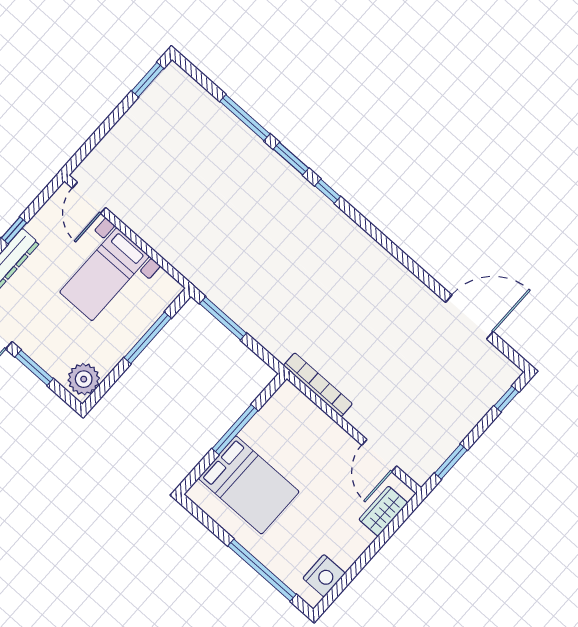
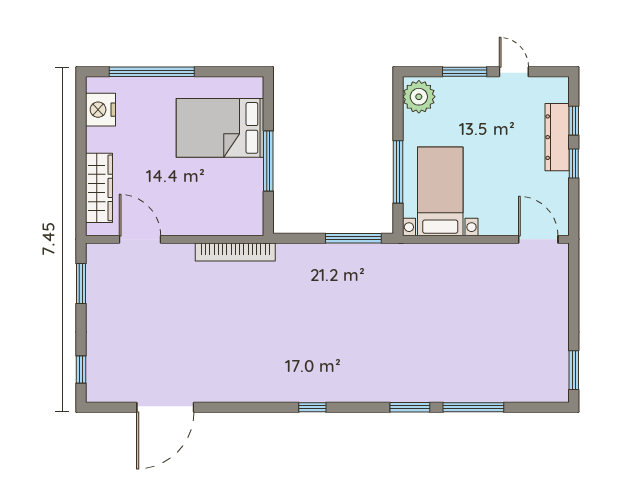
window: (328, 191) -> (312, 407), moved
bed with nightstands: (104, 274) -> (440, 191), moved
wardrobe: (383, 511) -> (99, 188), width x1.50

